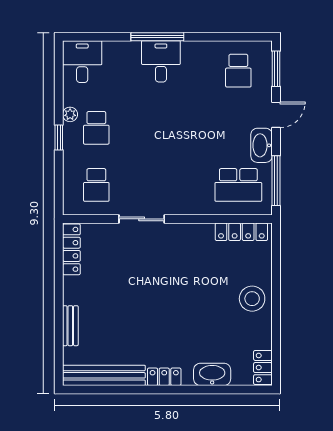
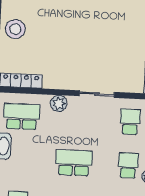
school desk: (167, 128) -> (74, 163), added
plant: (191, 204) -> (59, 103), added

